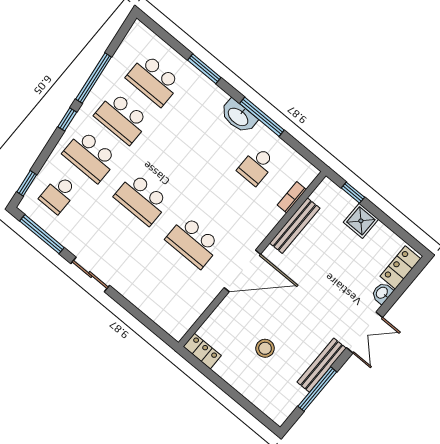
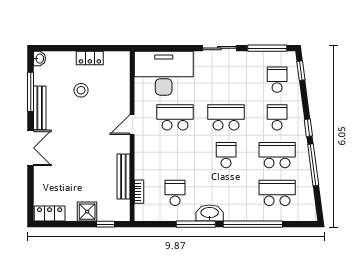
window: (204, 69) -> (253, 224), width x2.11
school desk: (90, 156) -> (277, 117), width x0.54
school desk: (173, 161) -> (226, 155), added
locker: (400, 268) -> (50, 214), moved, turned -90
door: (242, 271) -> (132, 125), width x0.53
washbasin: (382, 293) -> (39, 59), moved
desk: (167, 296) -> (164, 73), added
double door: (364, 333) -> (31, 148), swing flipped
locker: (202, 351) -> (90, 58), moved

